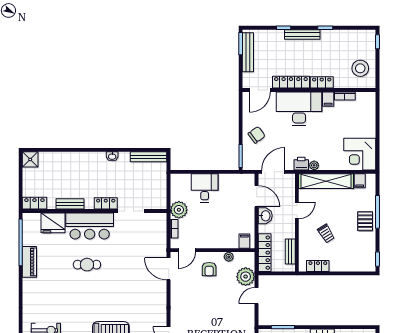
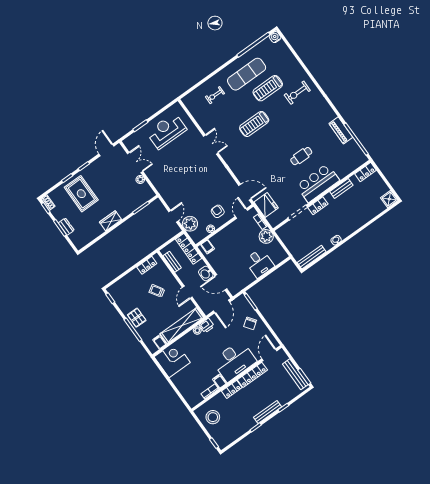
fridge: (53, 223) -> (266, 205), moved, turned 90

